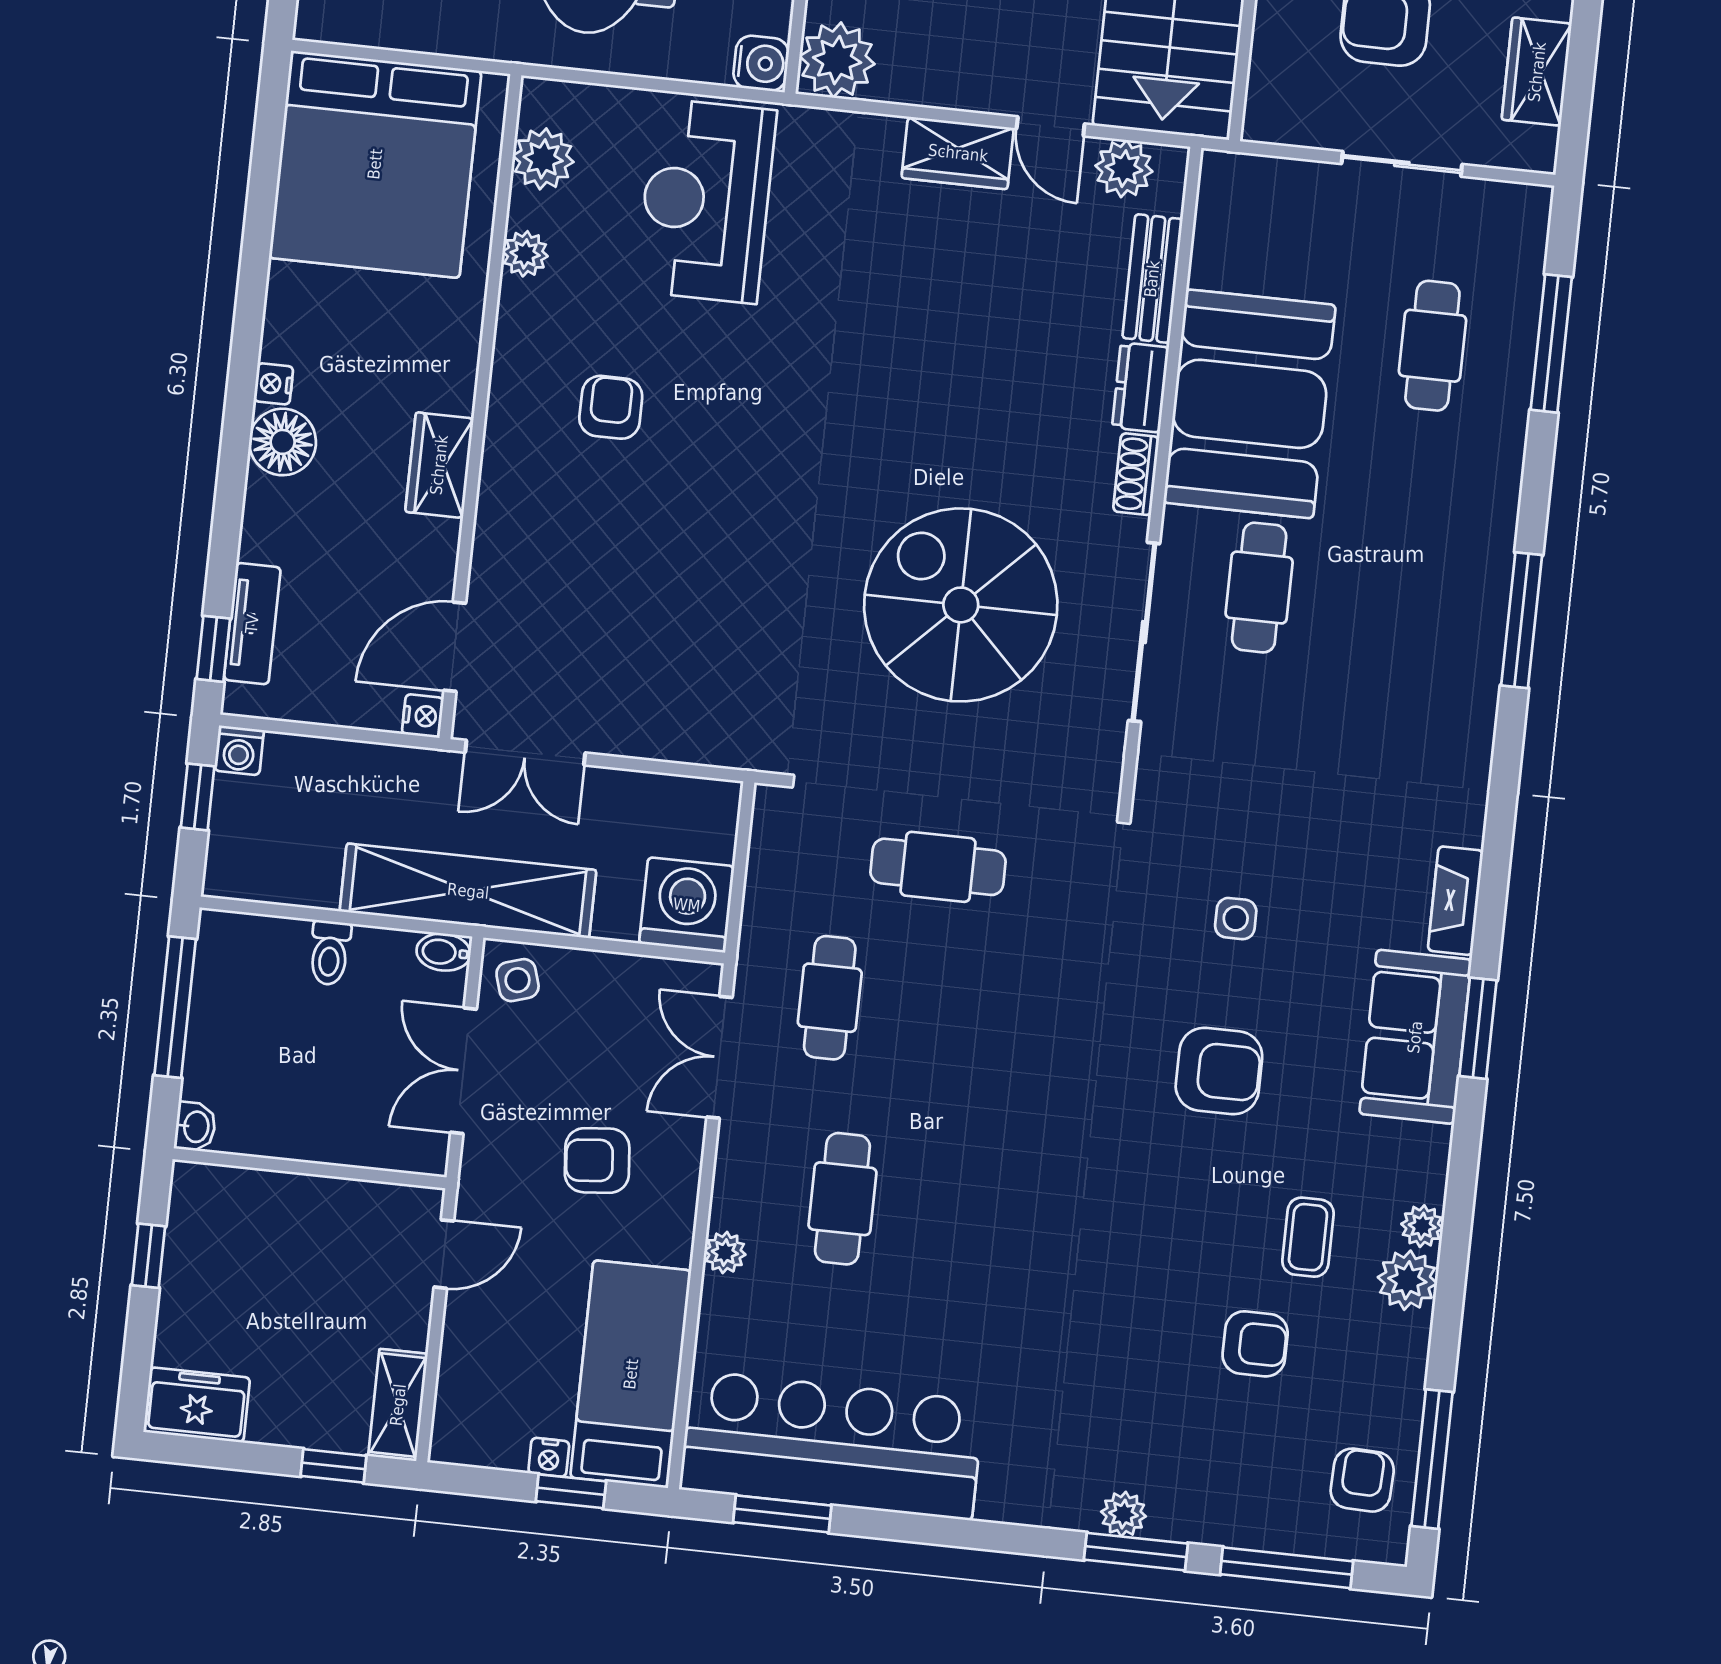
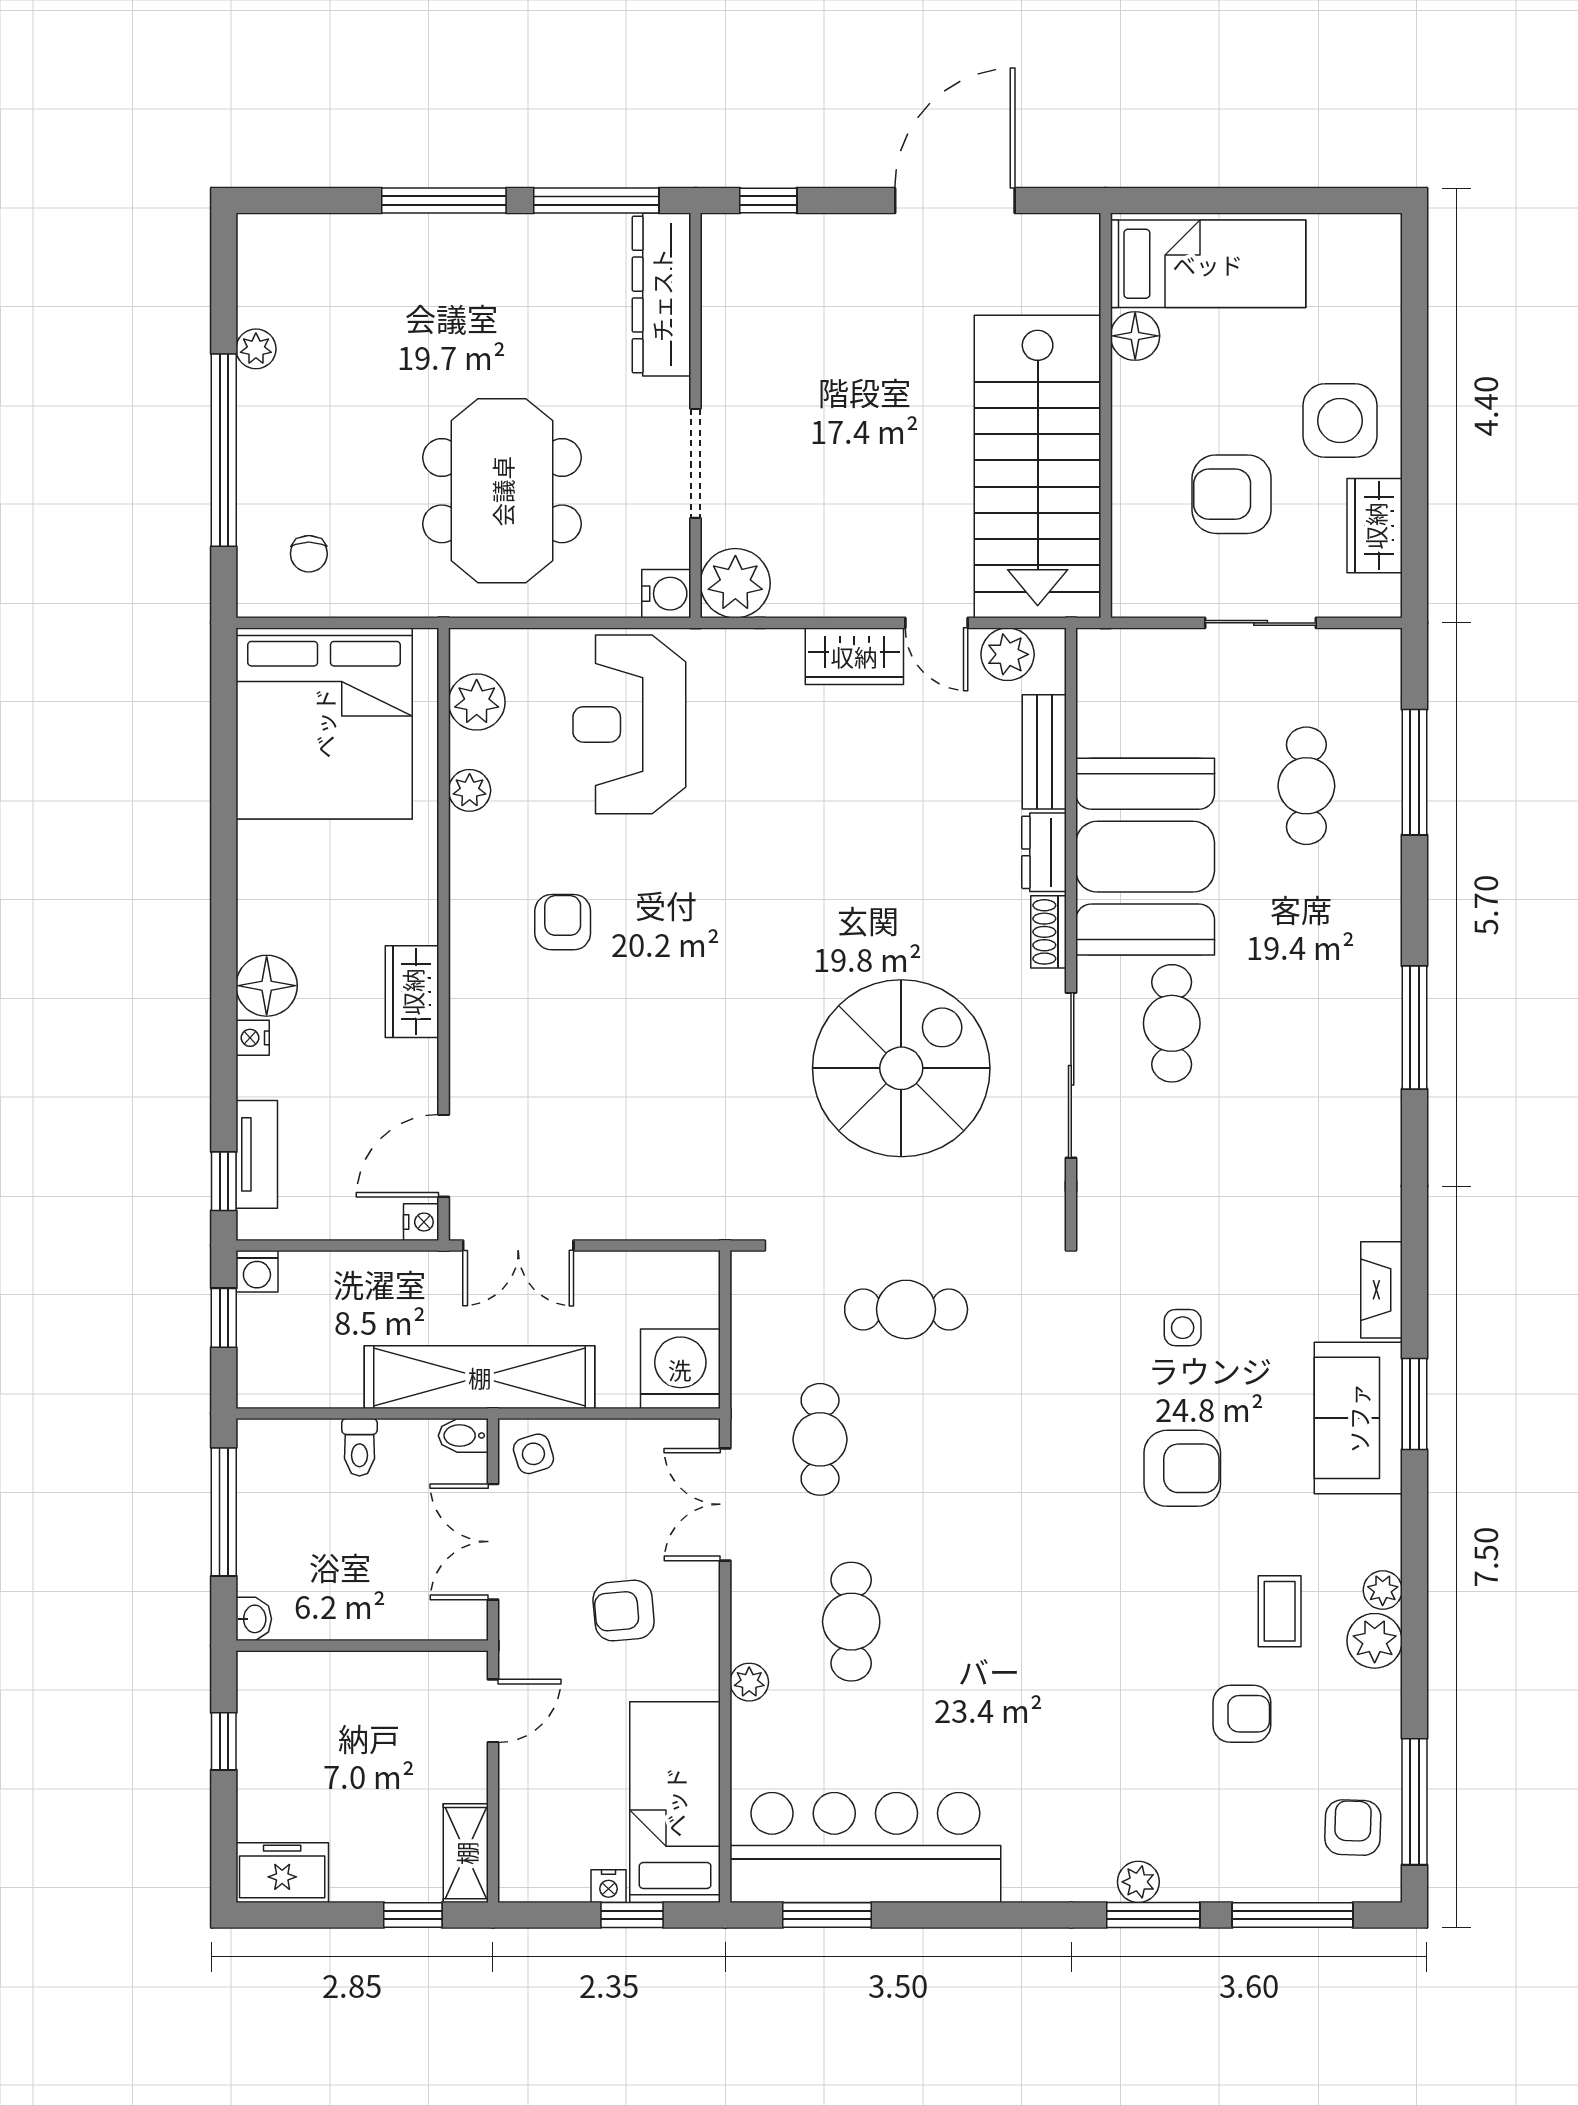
nightstand: (273, 384) -> (253, 1038), moved
spiral stairs: (961, 605) -> (901, 1068), turned 90

